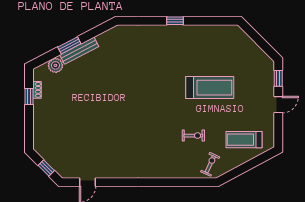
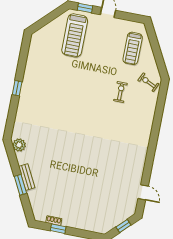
bench: (79, 51) -> (27, 177), width x0.73
plant: (55, 65) -> (19, 145), moved
treadmill: (210, 88) -> (75, 35), moved, turned 180

